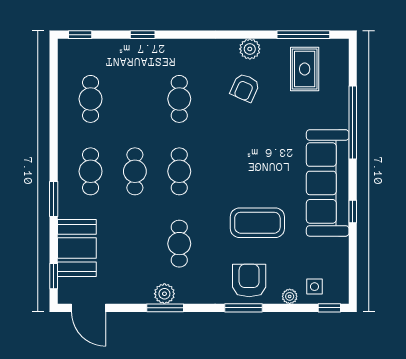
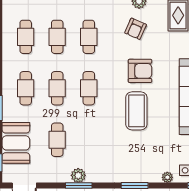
cafe table: (135, 99) -> (57, 37), added
coffee table: (257, 223) -> (136, 111), moved, turned 90
cafe table: (179, 244) -> (57, 140), moved
armchair: (249, 280) -> (140, 71), moved, turned 90

